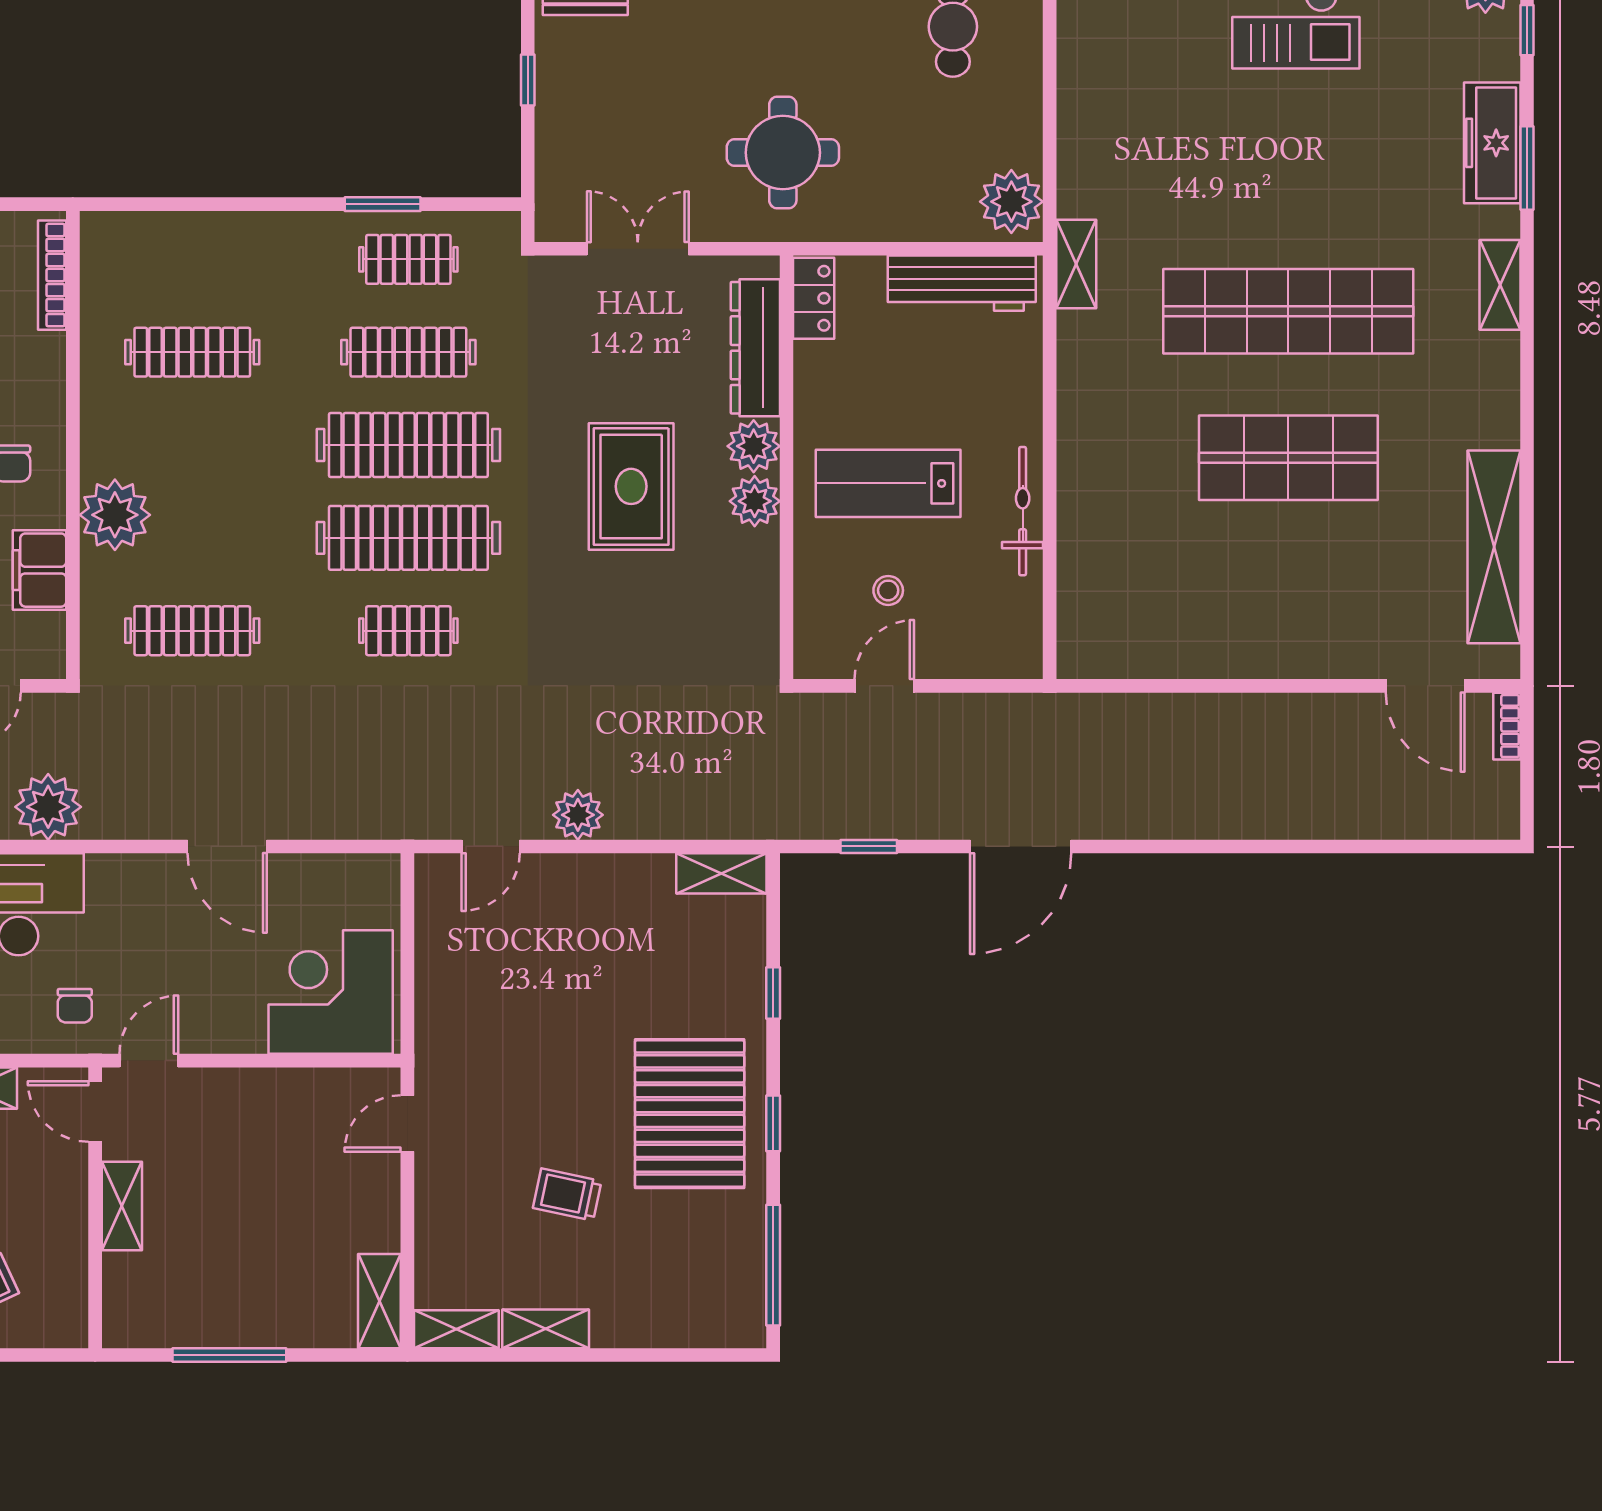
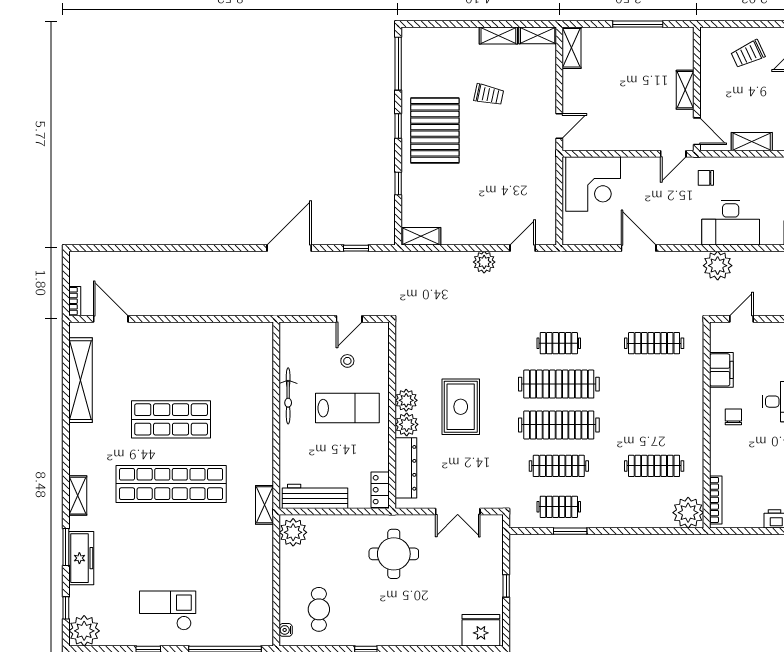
plant: (115, 515) -> (688, 513), moved
chair: (75, 1006) -> (706, 178), turned -90

